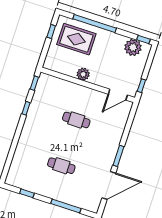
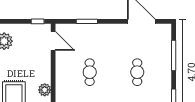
plant: (83, 74) -> (45, 90), moved
window: (118, 156) -> (87, 21), moved

